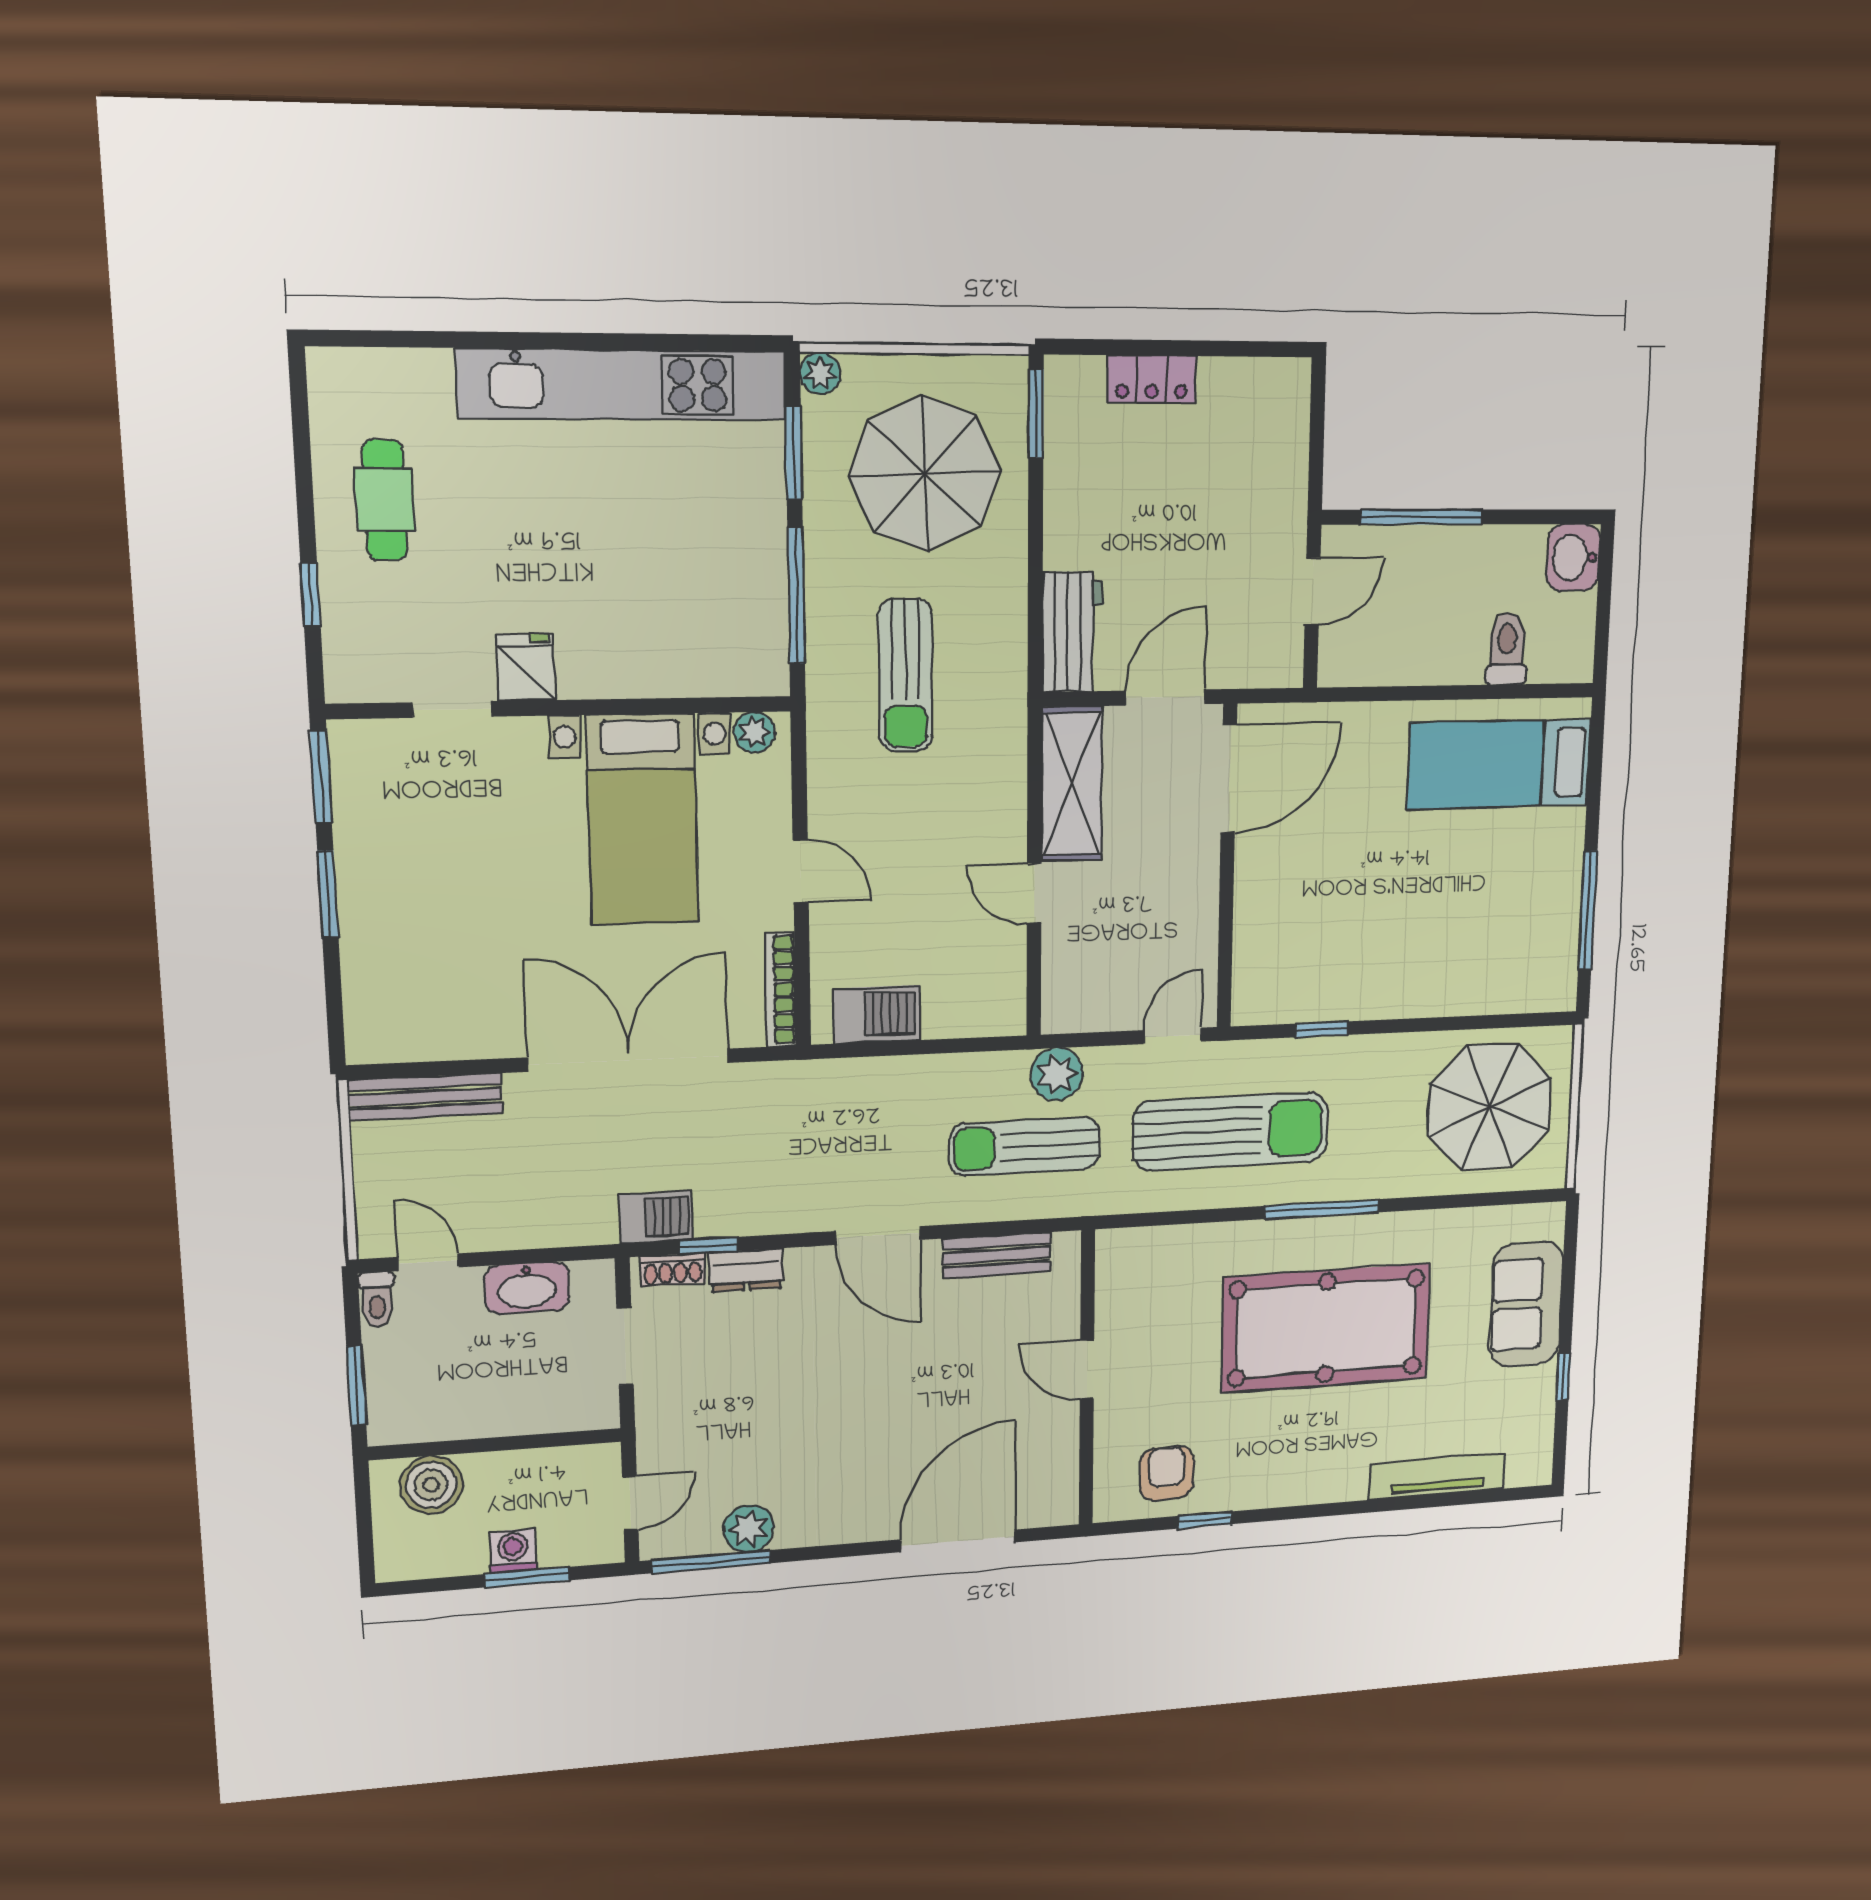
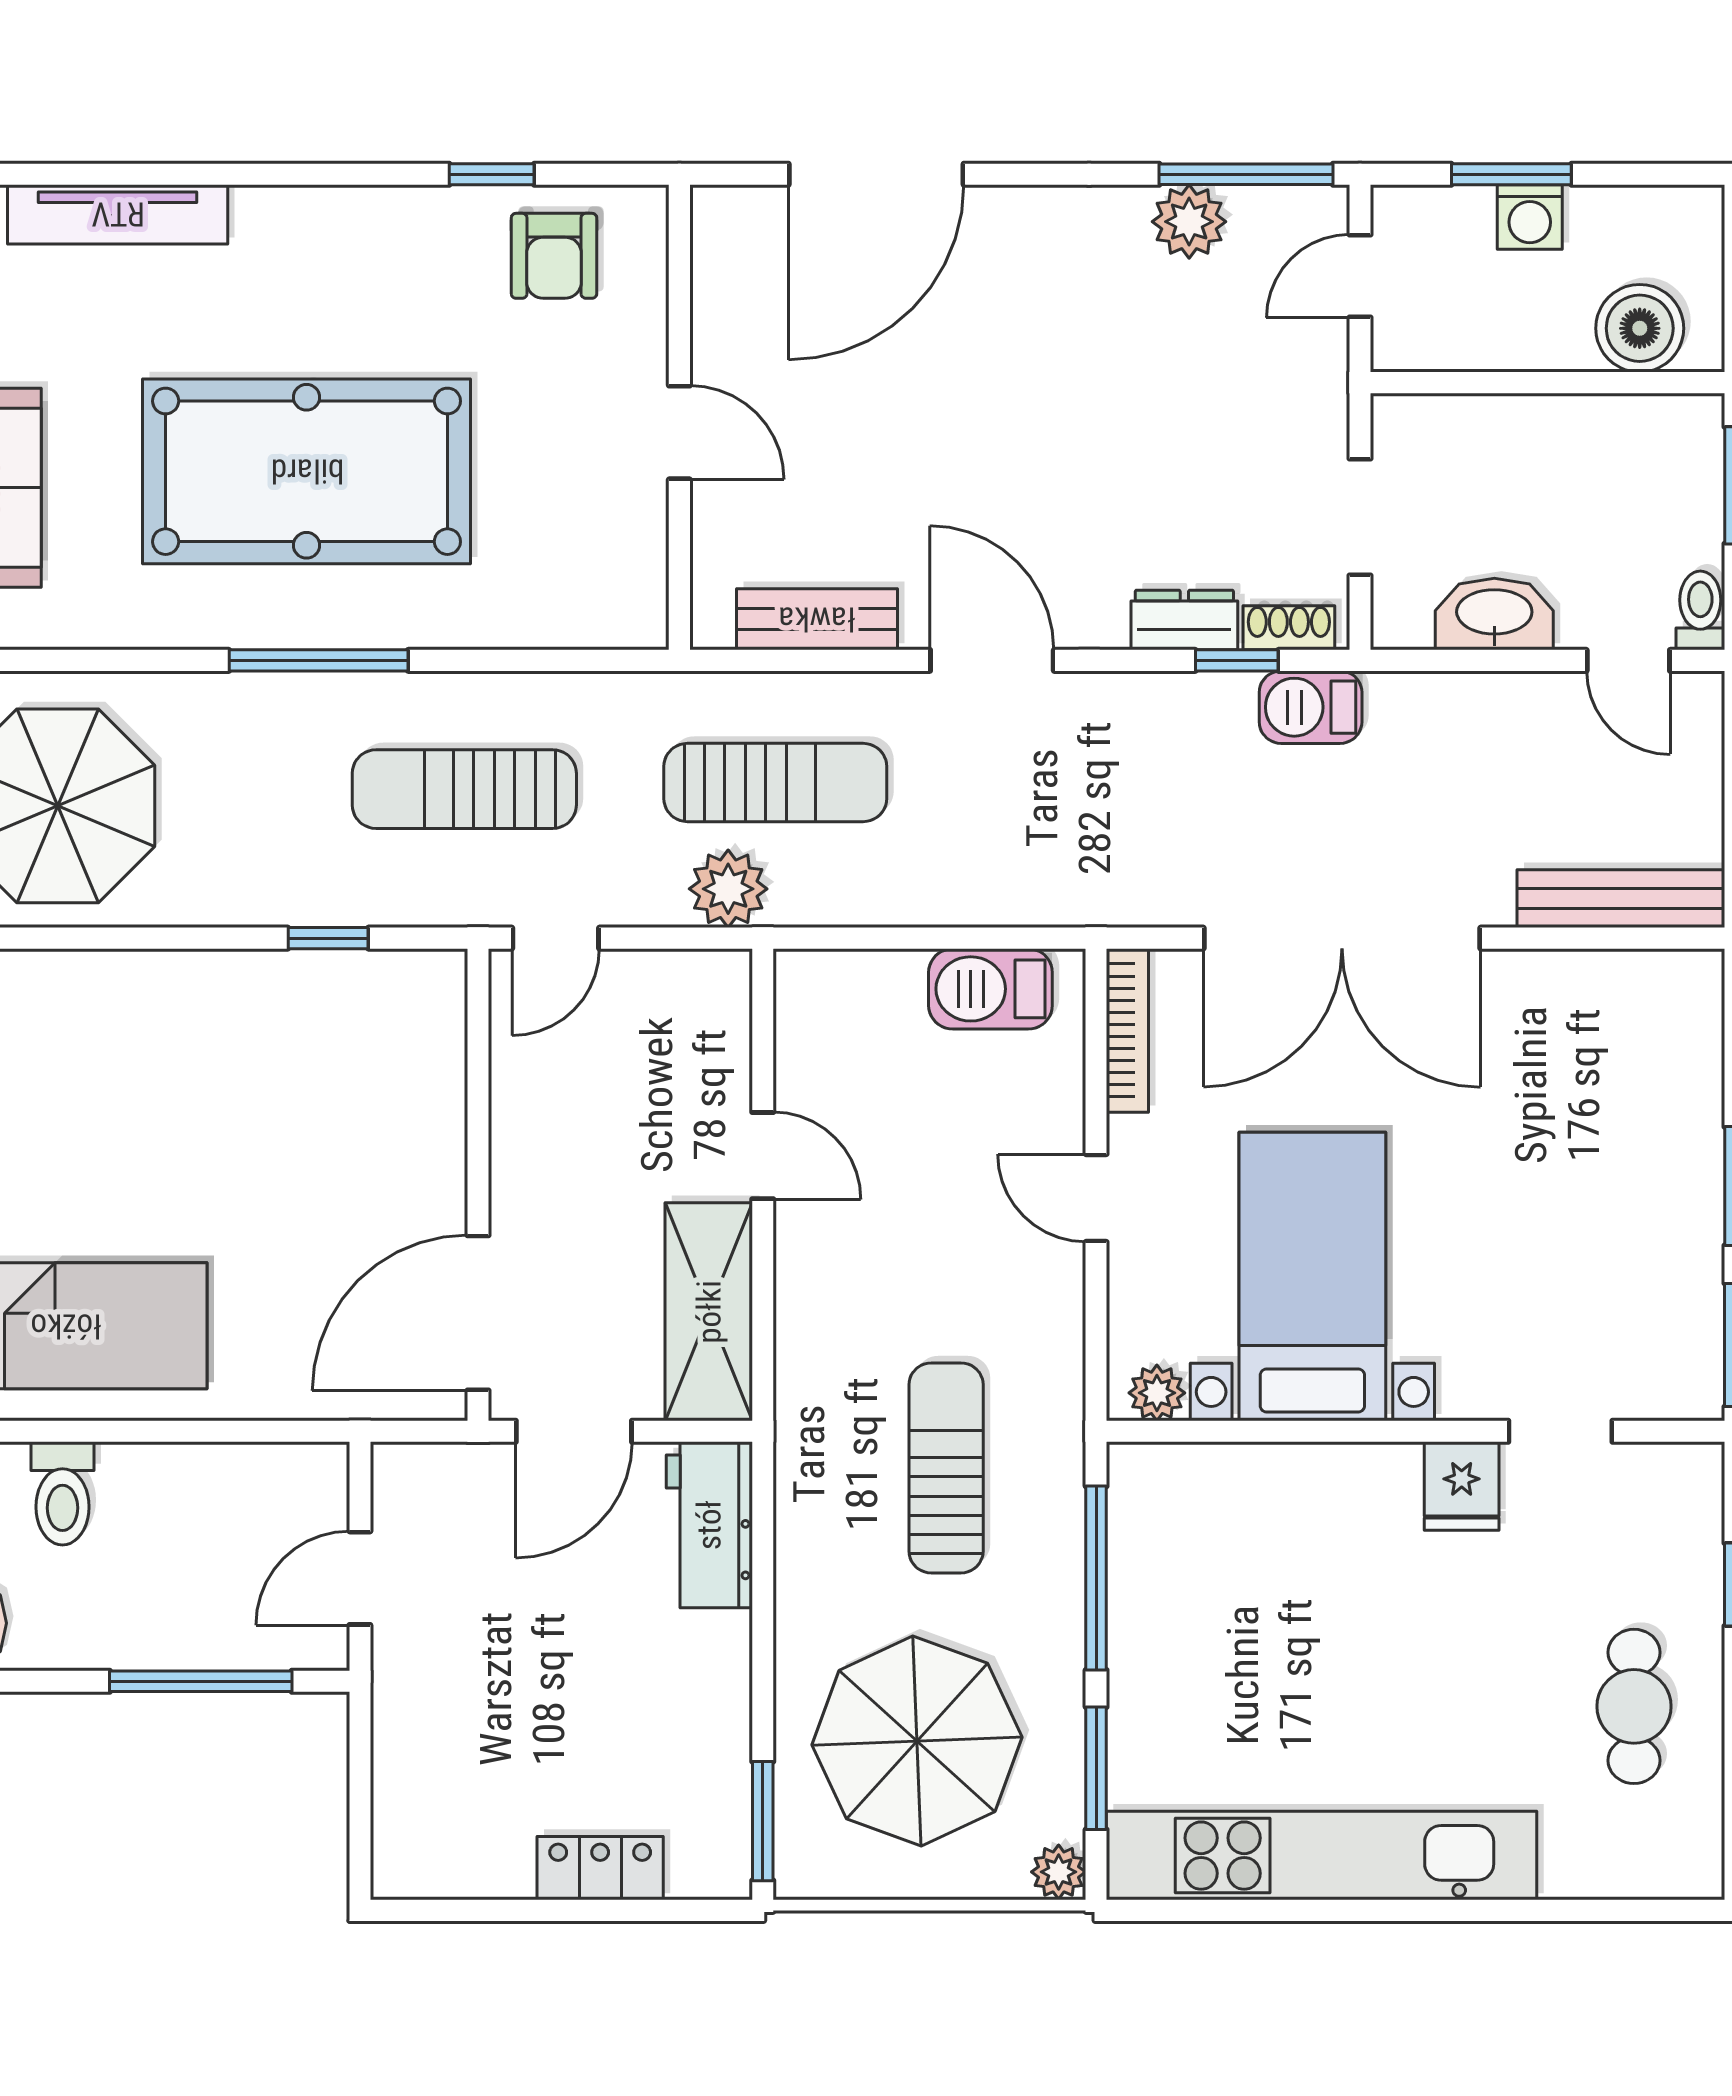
sun lounger: (1230, 1131) -> (464, 789), width x0.73, depth x0.75

